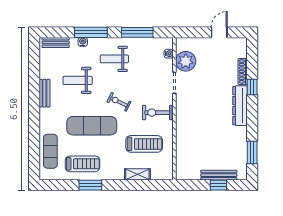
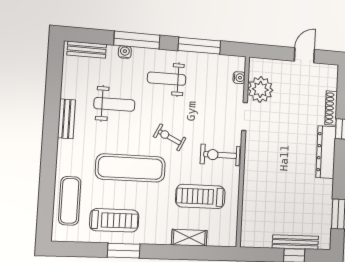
weight bench: (78, 80) -> (114, 104), turned 180
treadmill: (144, 144) -> (200, 196), turned 180

